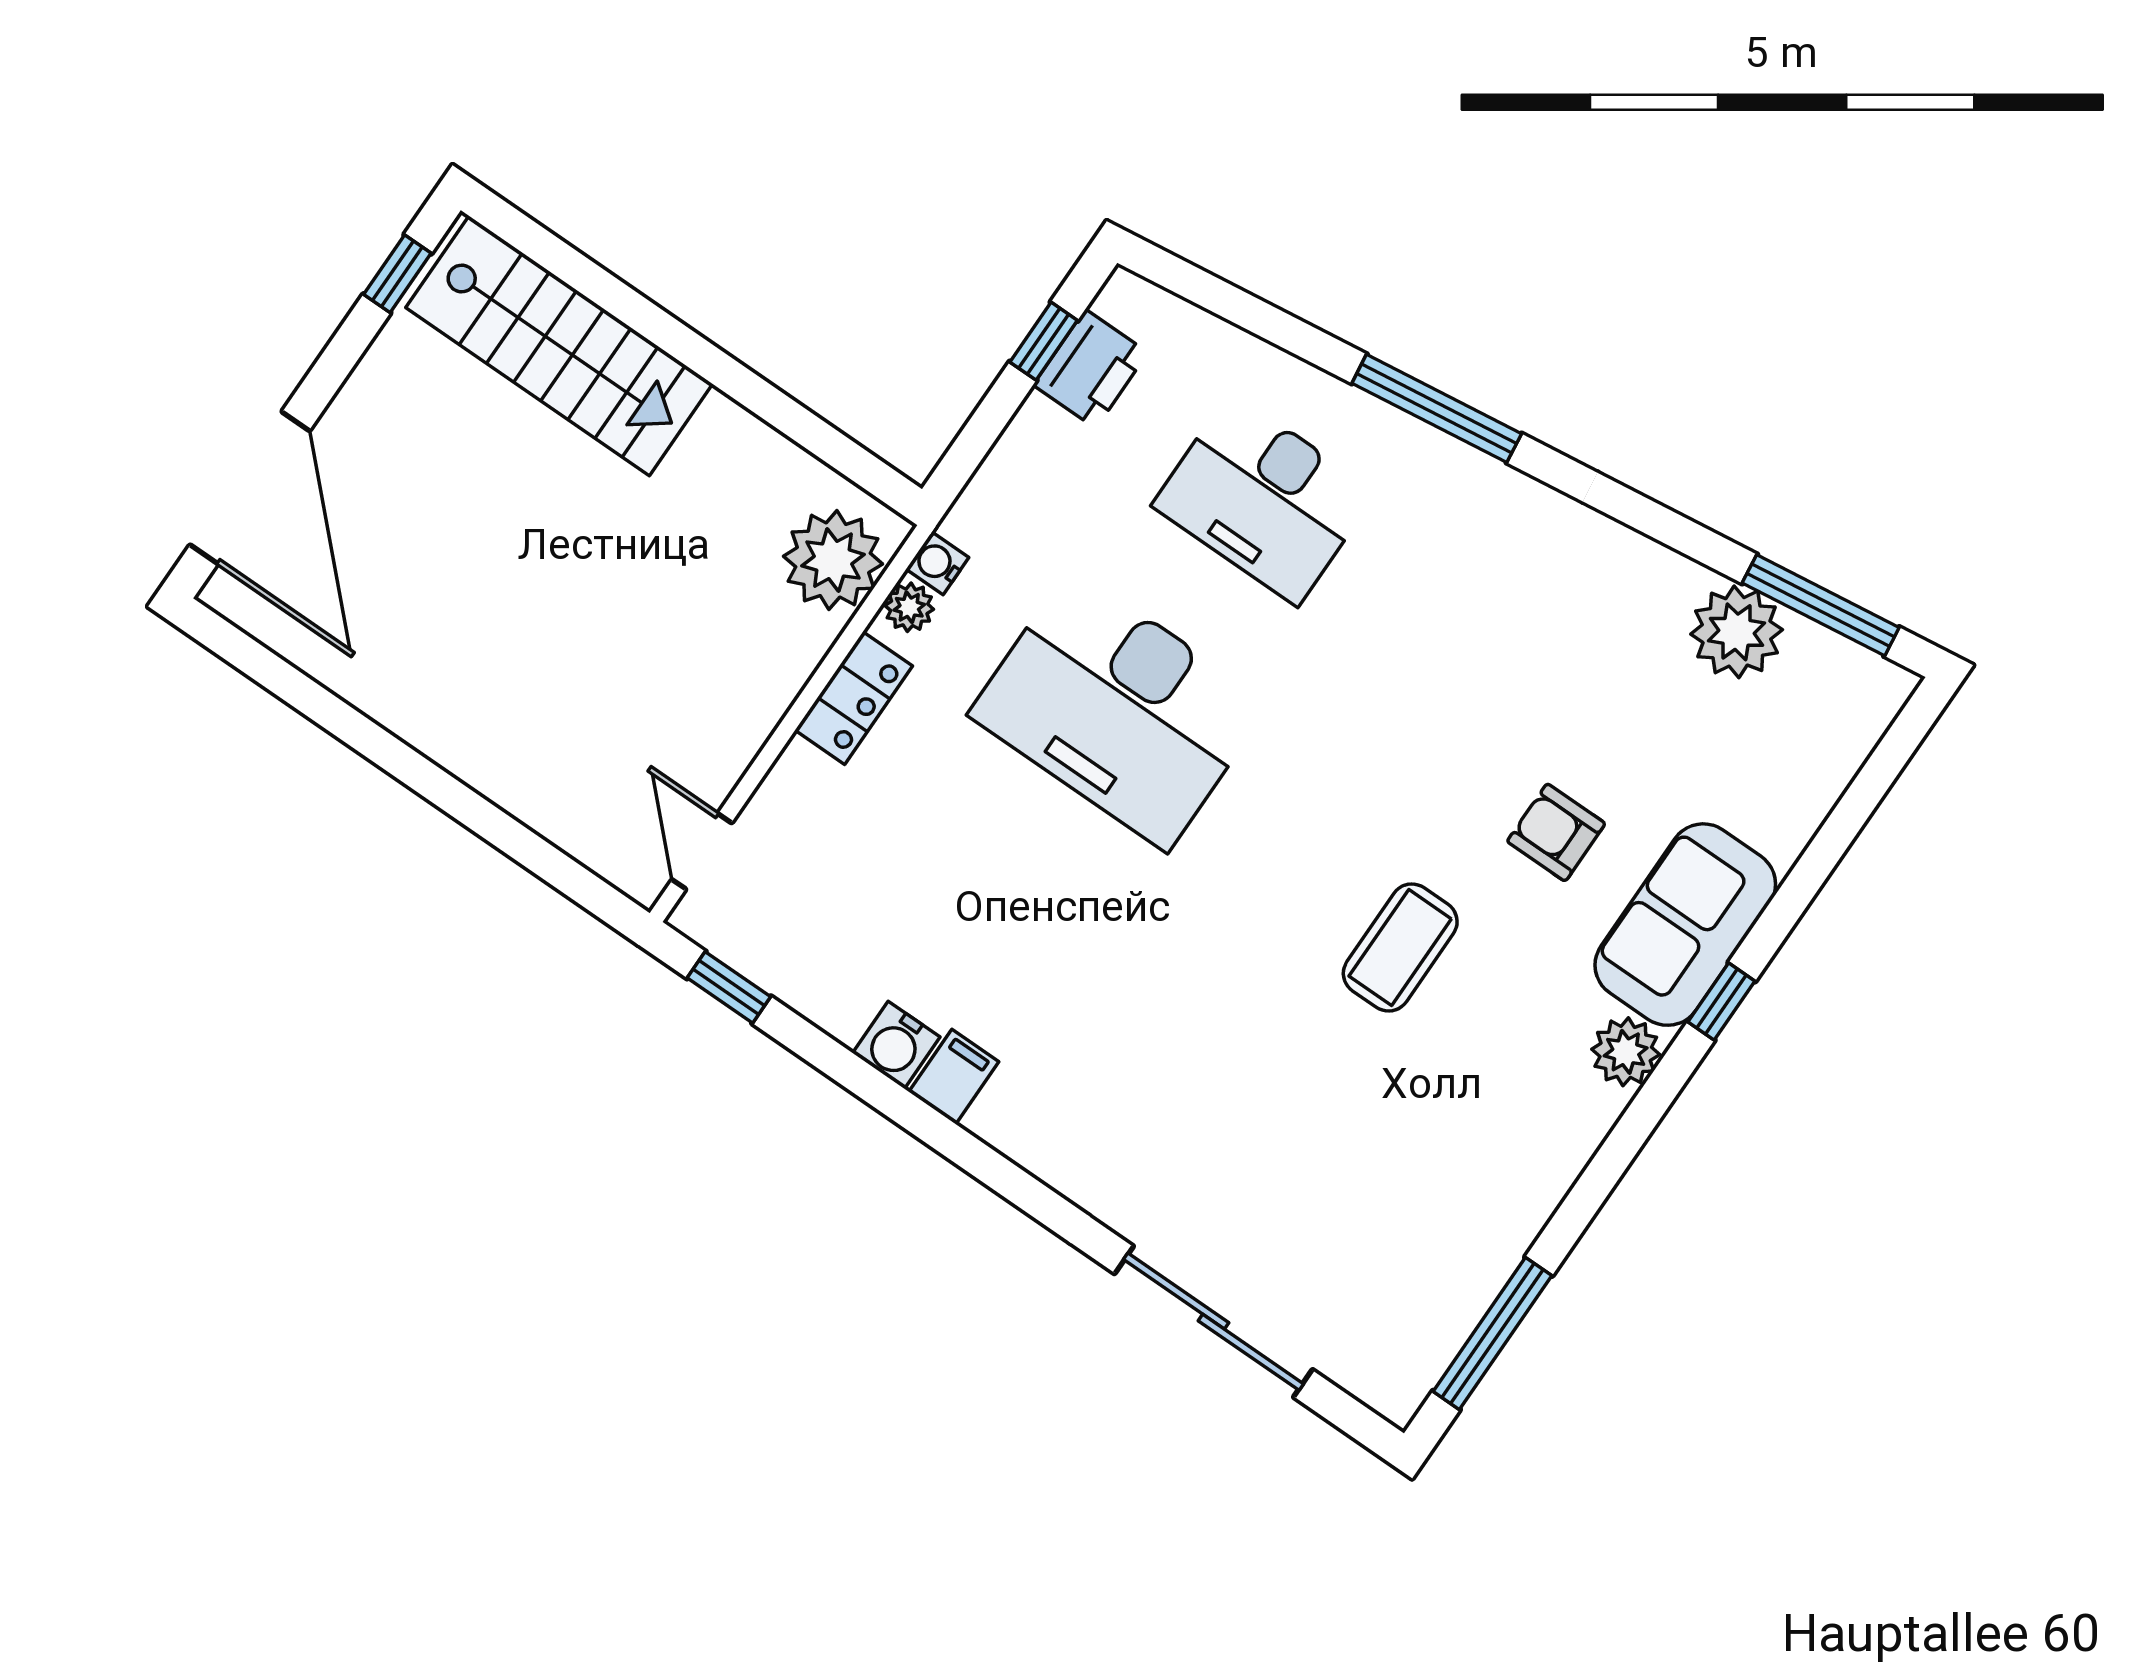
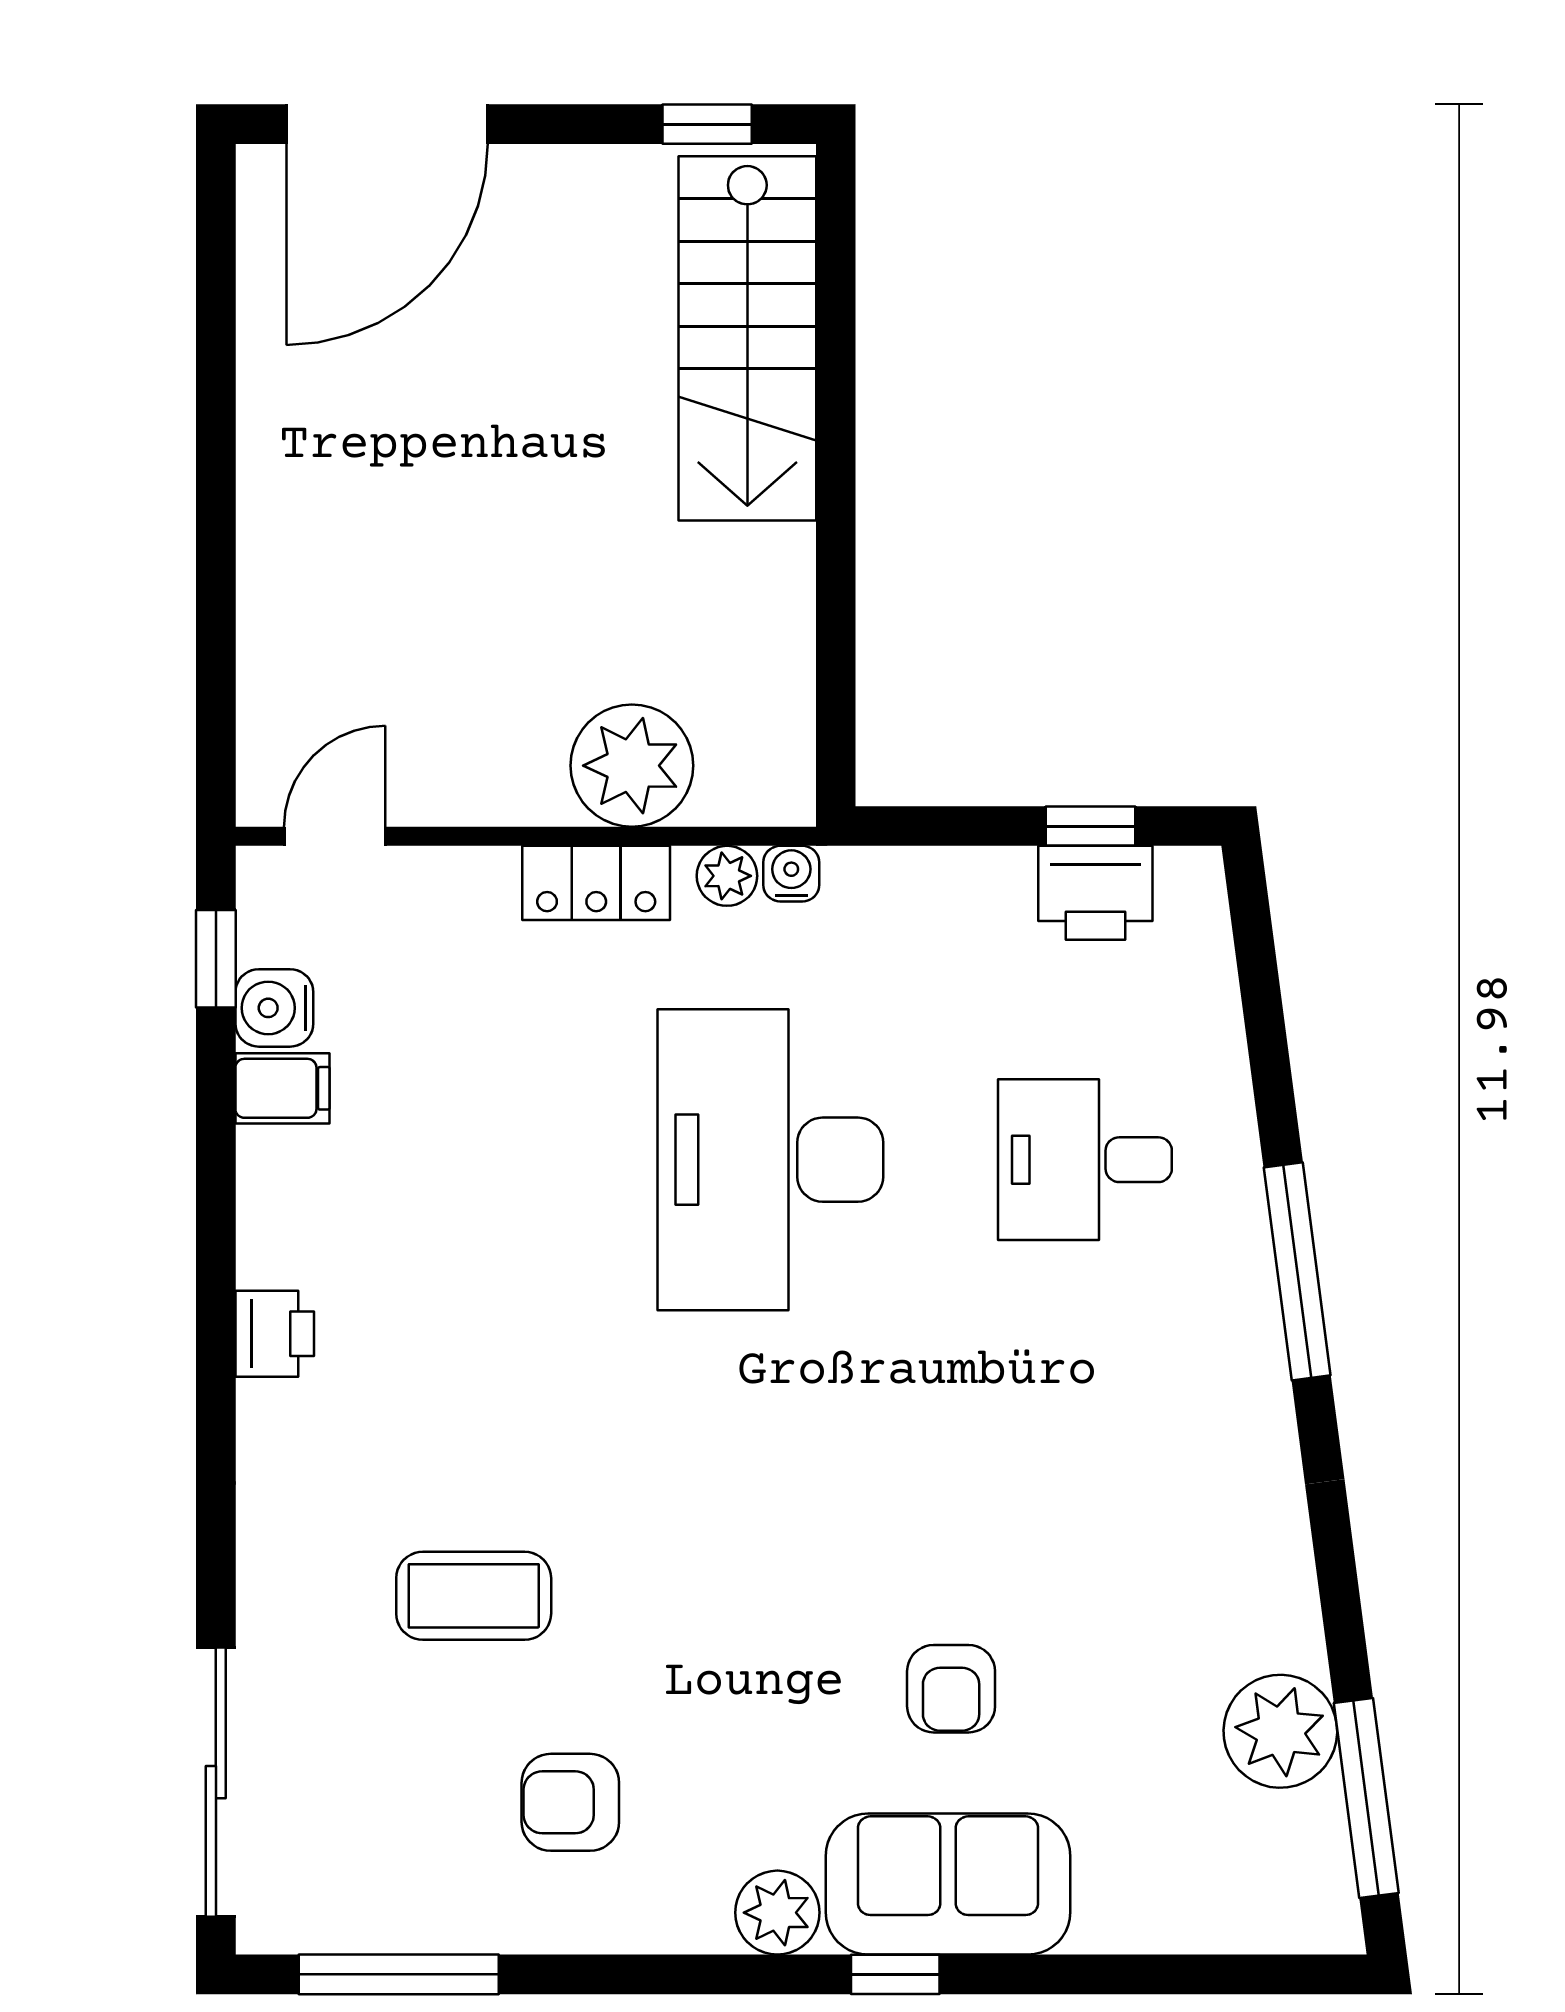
desk: (1264, 499) -> (1085, 1160), width x0.73
plant: (833, 560) -> (632, 766), moved
armchair: (1556, 832) -> (951, 1689), turned 180
coffee table: (1400, 947) -> (474, 1596), moved
water cooler: (896, 1045) -> (274, 1008), moved
filing cabinet: (954, 1077) -> (283, 1088), moved
printer: (1007, 1121) -> (275, 1334), added
armchair: (1456, 1139) -> (570, 1802), added
sliding door: (1213, 1322) -> (216, 1782), moved

